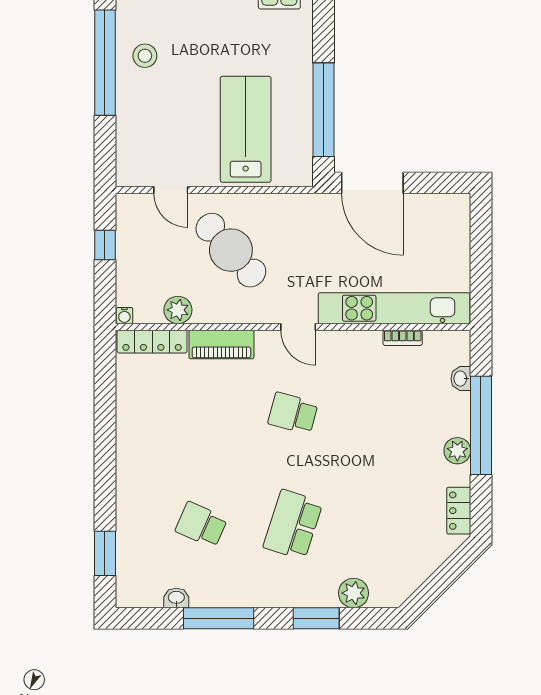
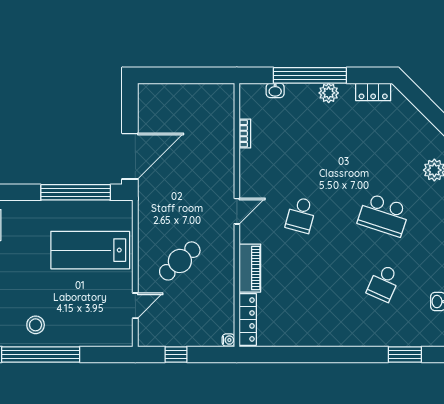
cafe table: (231, 250) -> (180, 261), width x0.73, depth x0.74
kitchen unit: (394, 308) -> (223, 140), removed
plant: (178, 310) -> (224, 300), removed

